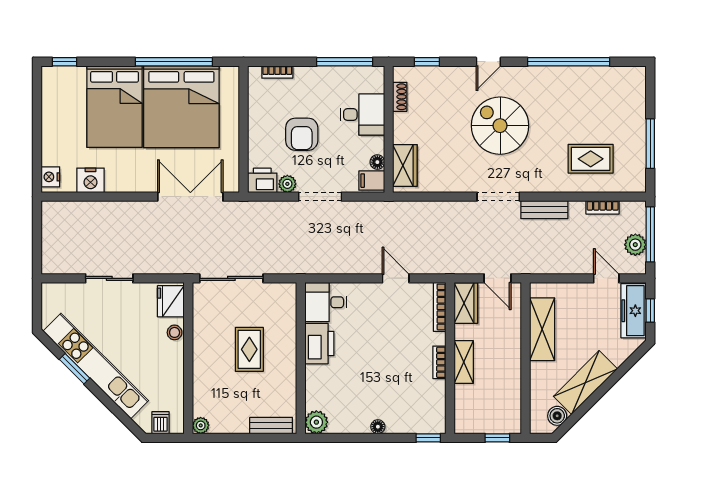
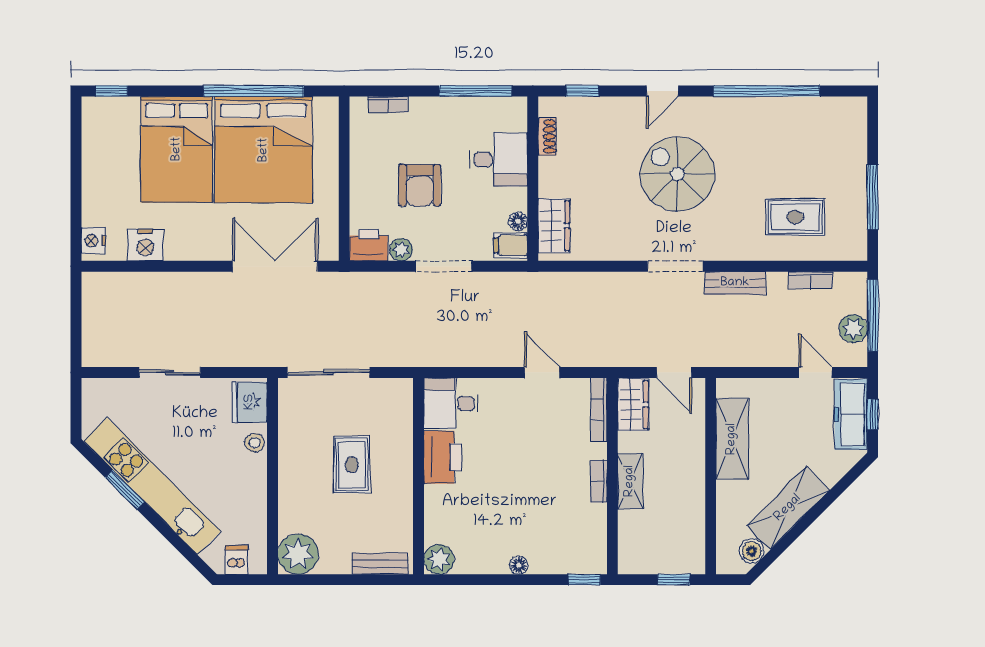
plant: (201, 425) -> (298, 554), width x1.88, depth x1.88

